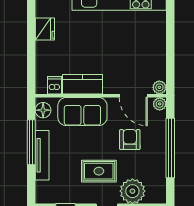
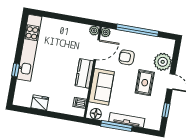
kitchen counter: (83, 84) -> (84, 73), moved

